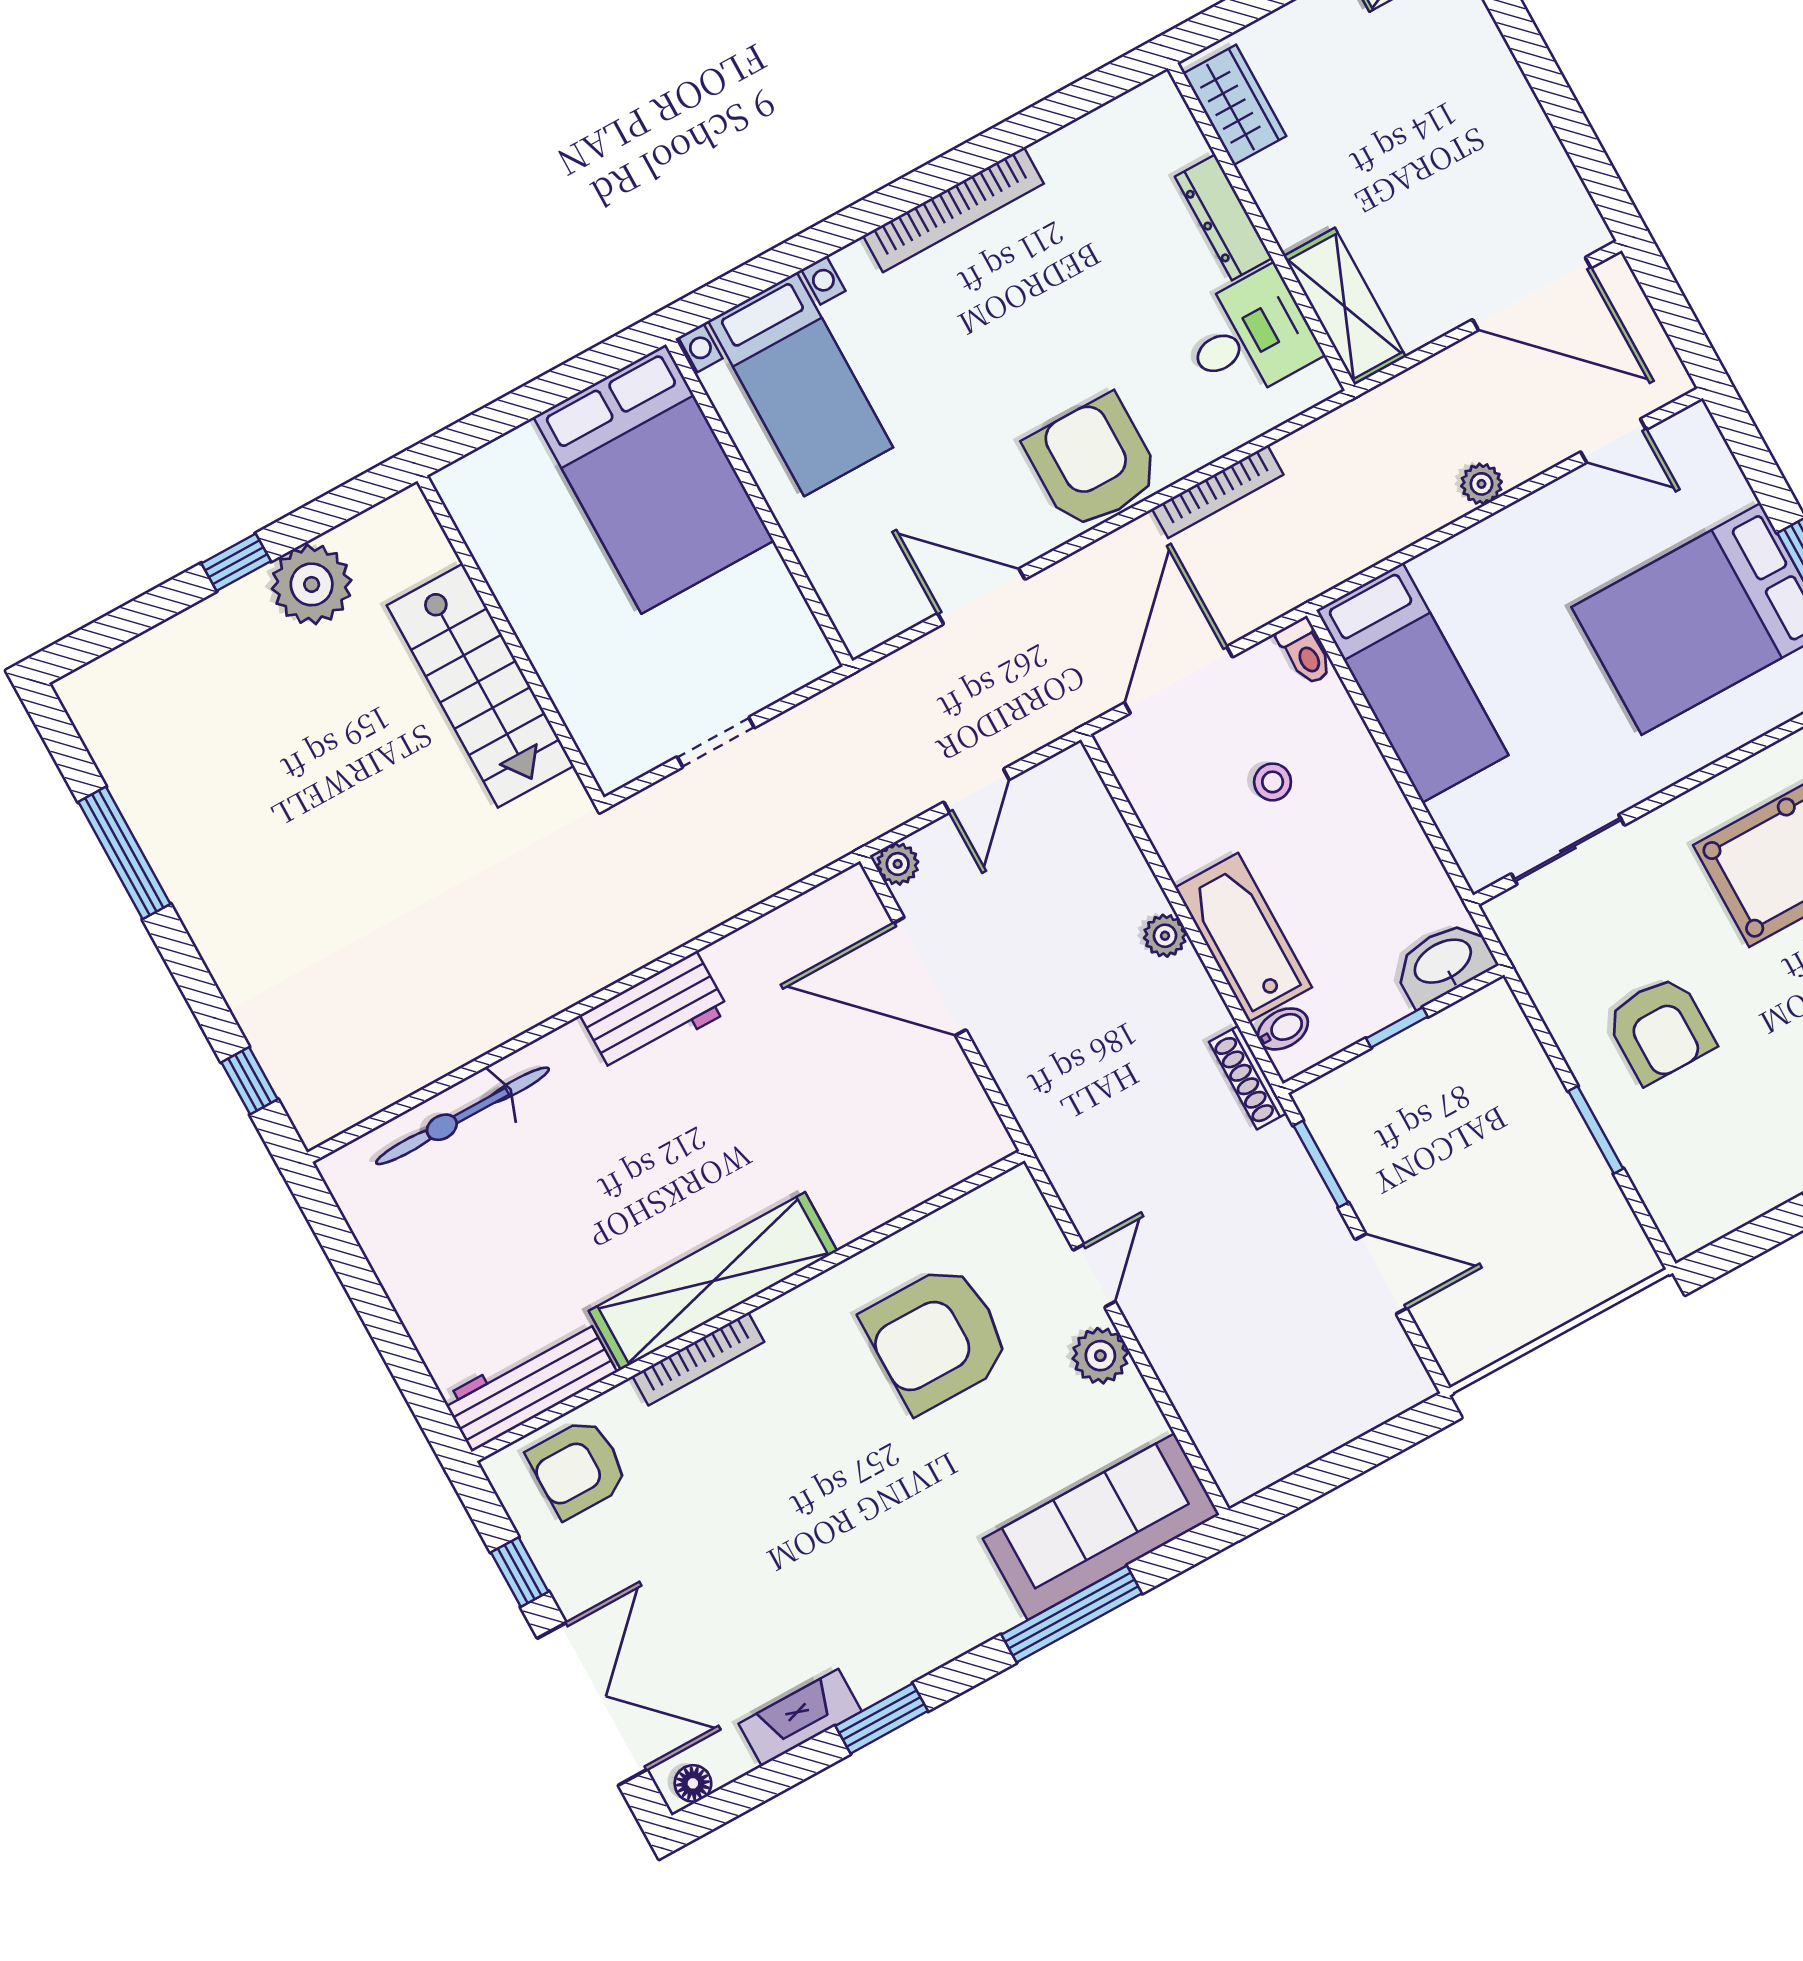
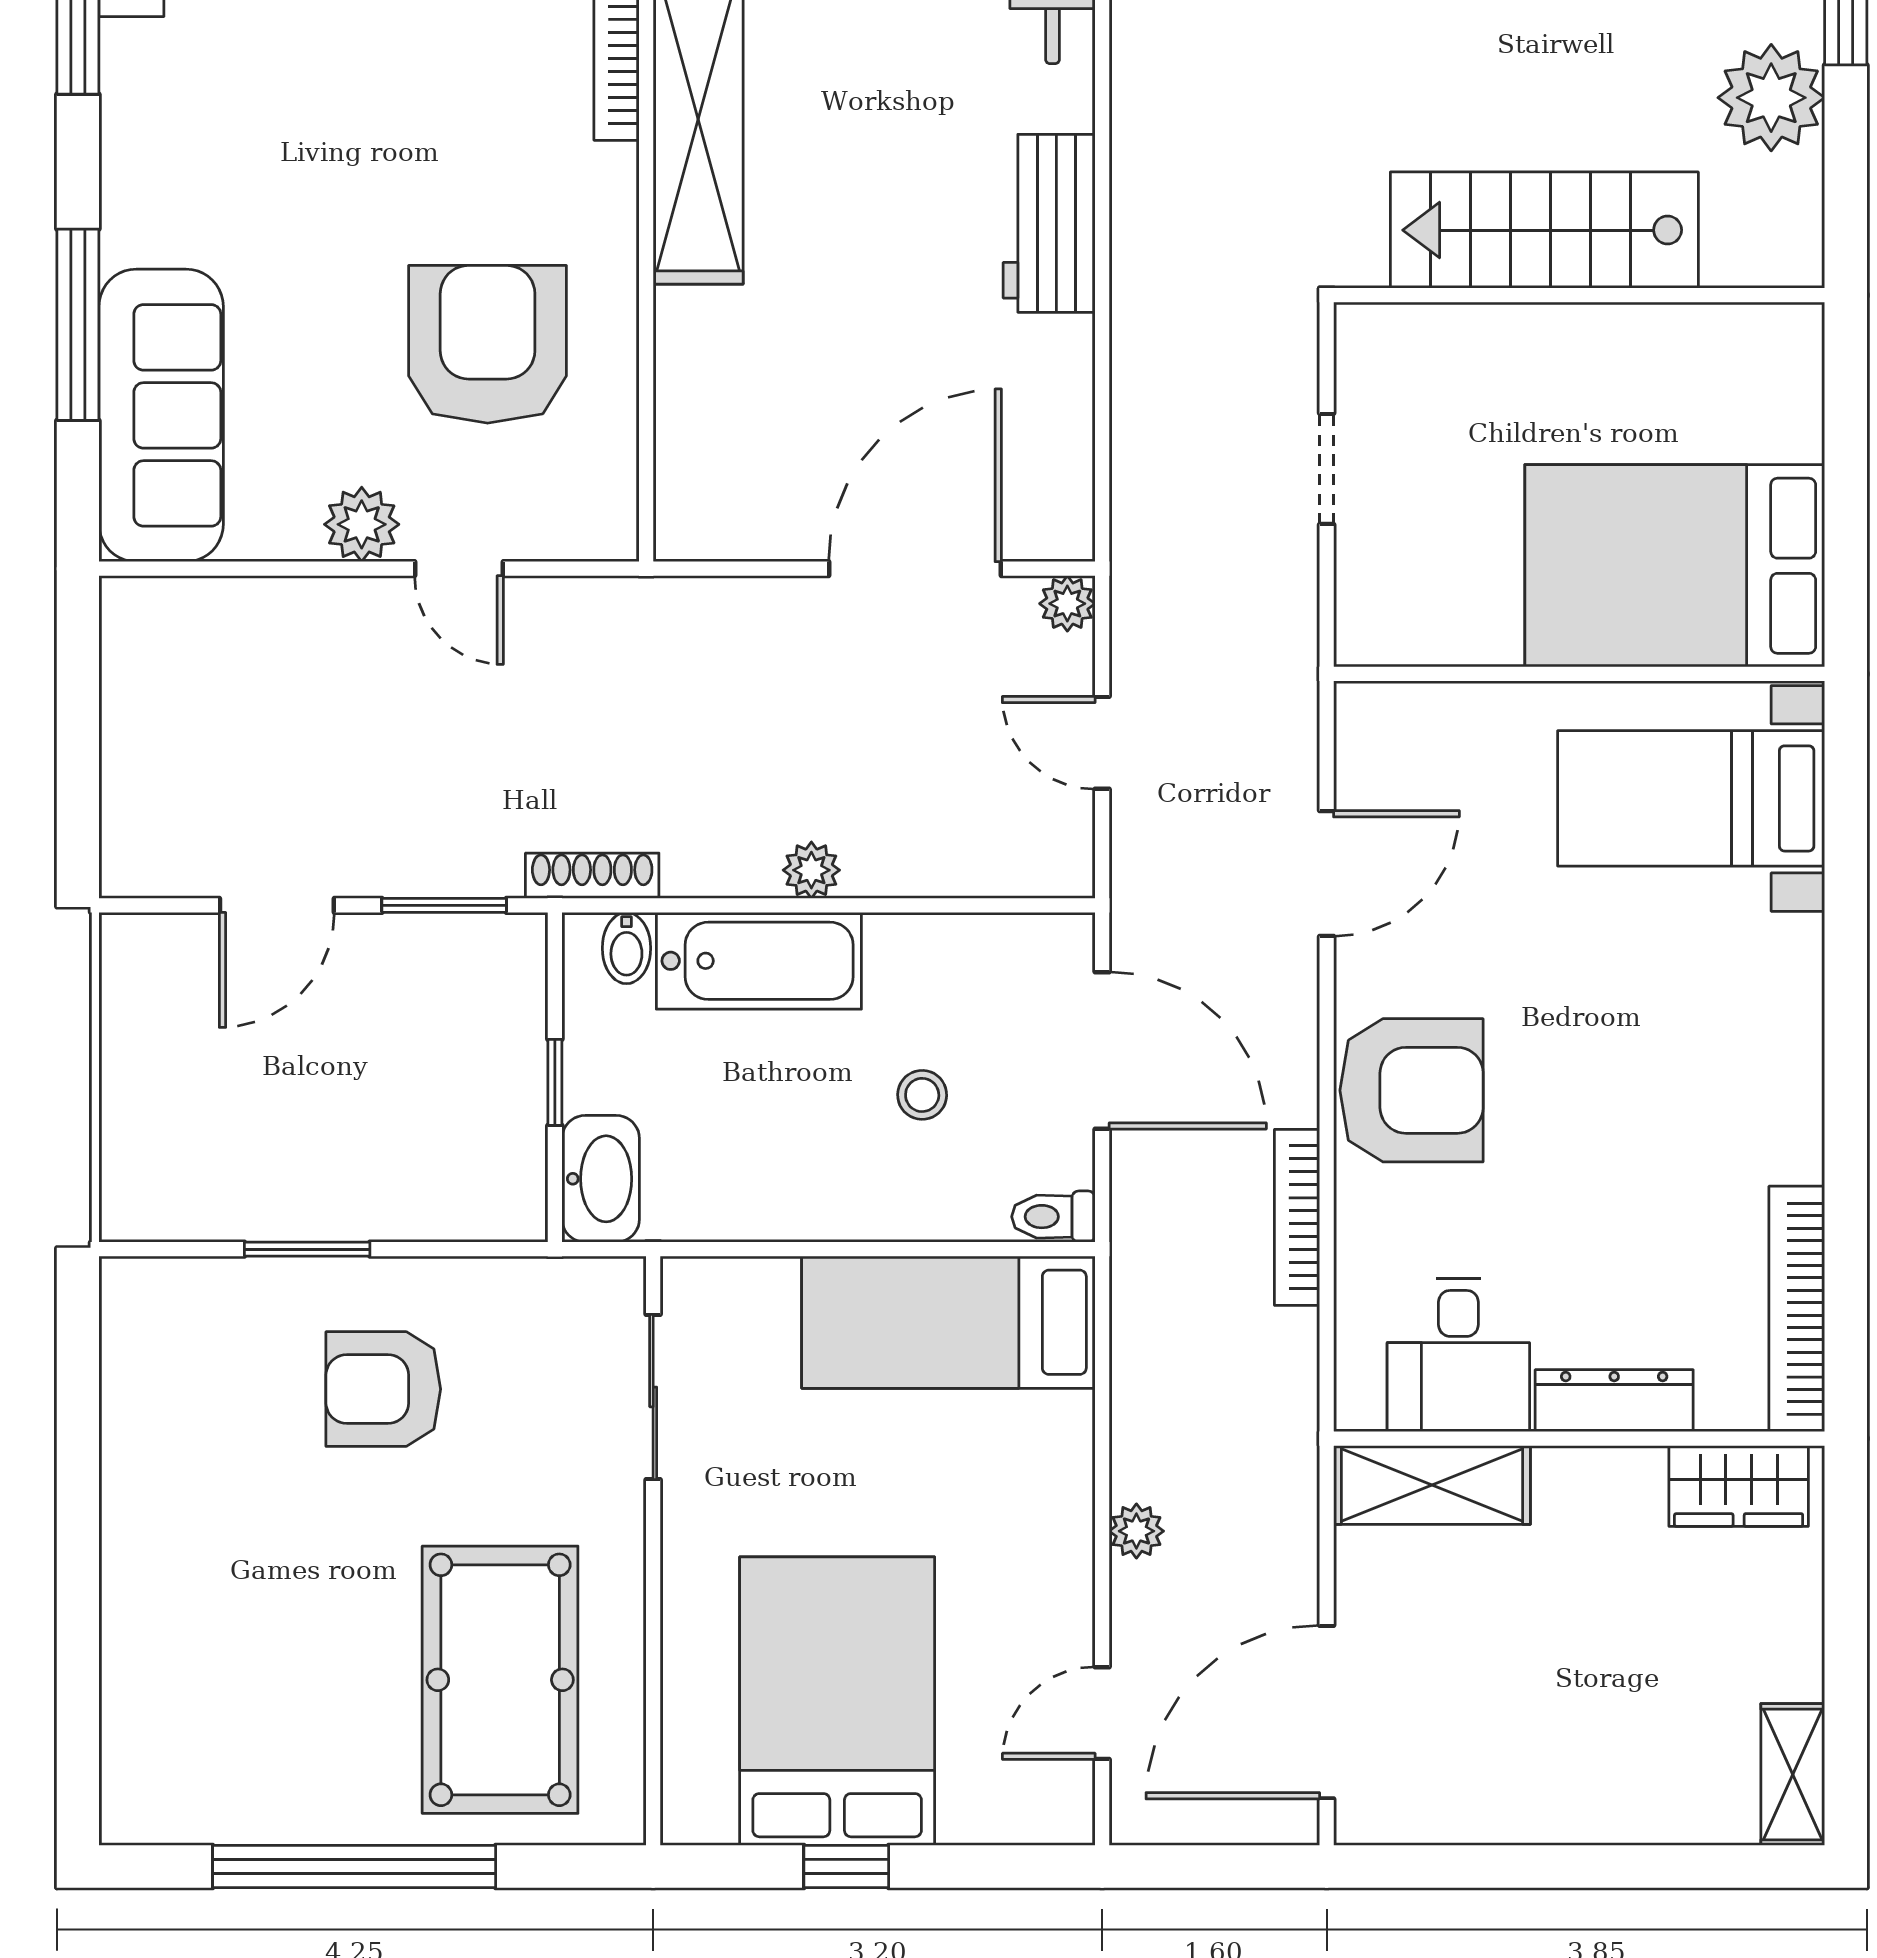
bookcase: (953, 210) -> (1797, 1309), moved

